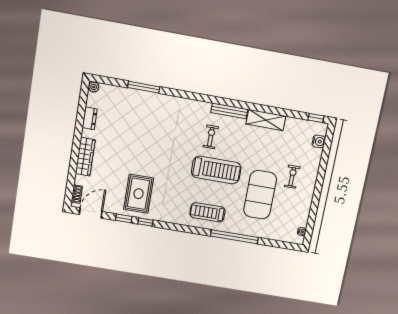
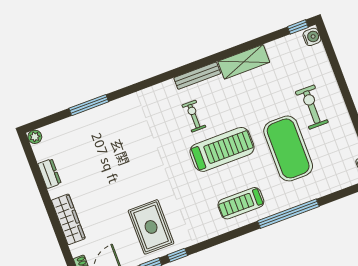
water cooler: (319, 141) -> (312, 37), moved
exercise bike: (292, 177) -> (312, 107), width x1.38, depth x1.39

